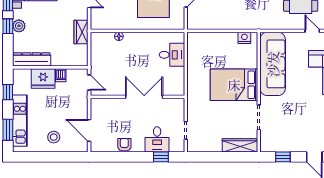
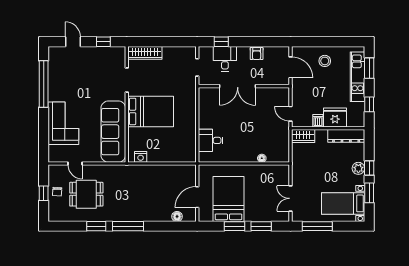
wardrobe: (81, 32) -> (303, 136), moved, turned 90
wall: (137, 97) -> (244, 86), moved
double door: (144, 97) -> (238, 86), moved

